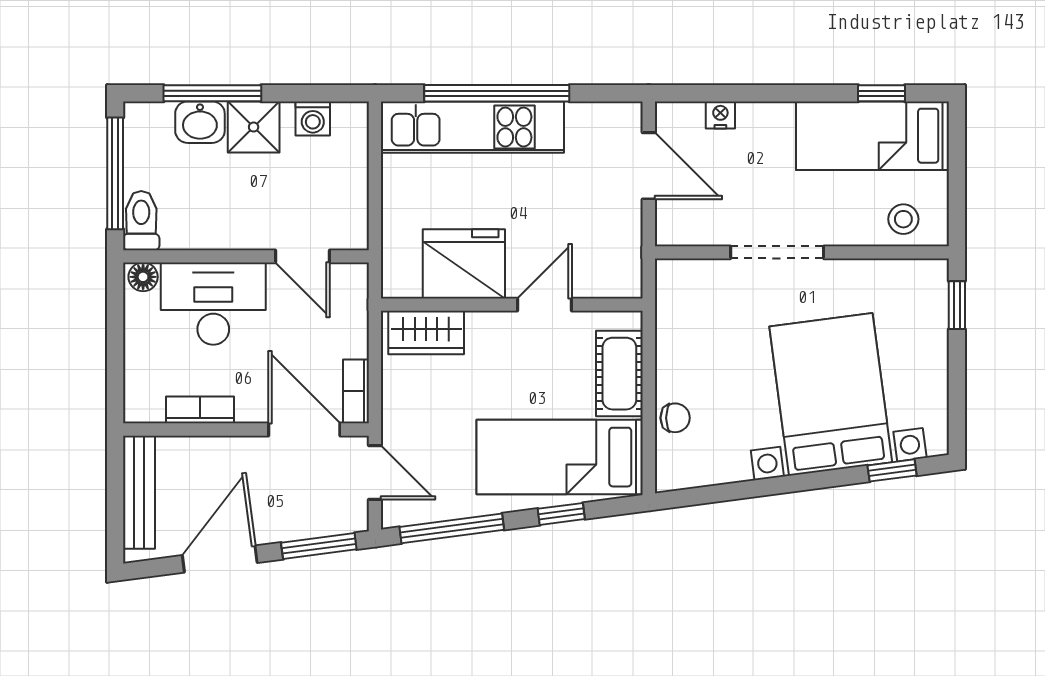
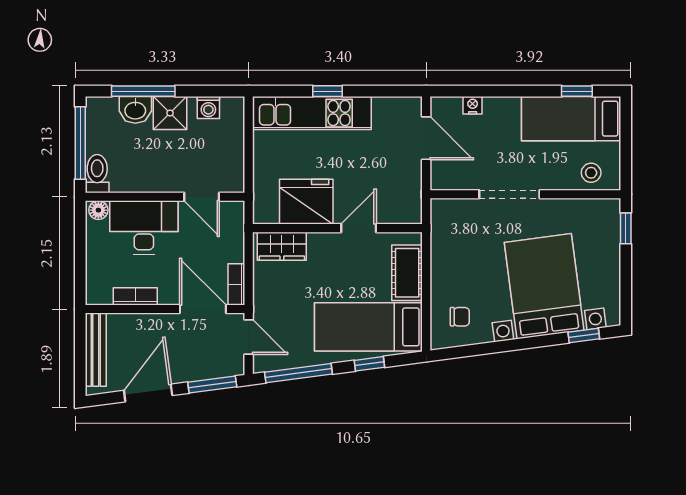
window: (497, 93) -> (328, 91), width x0.32
chair: (675, 418) -> (460, 317), moved

